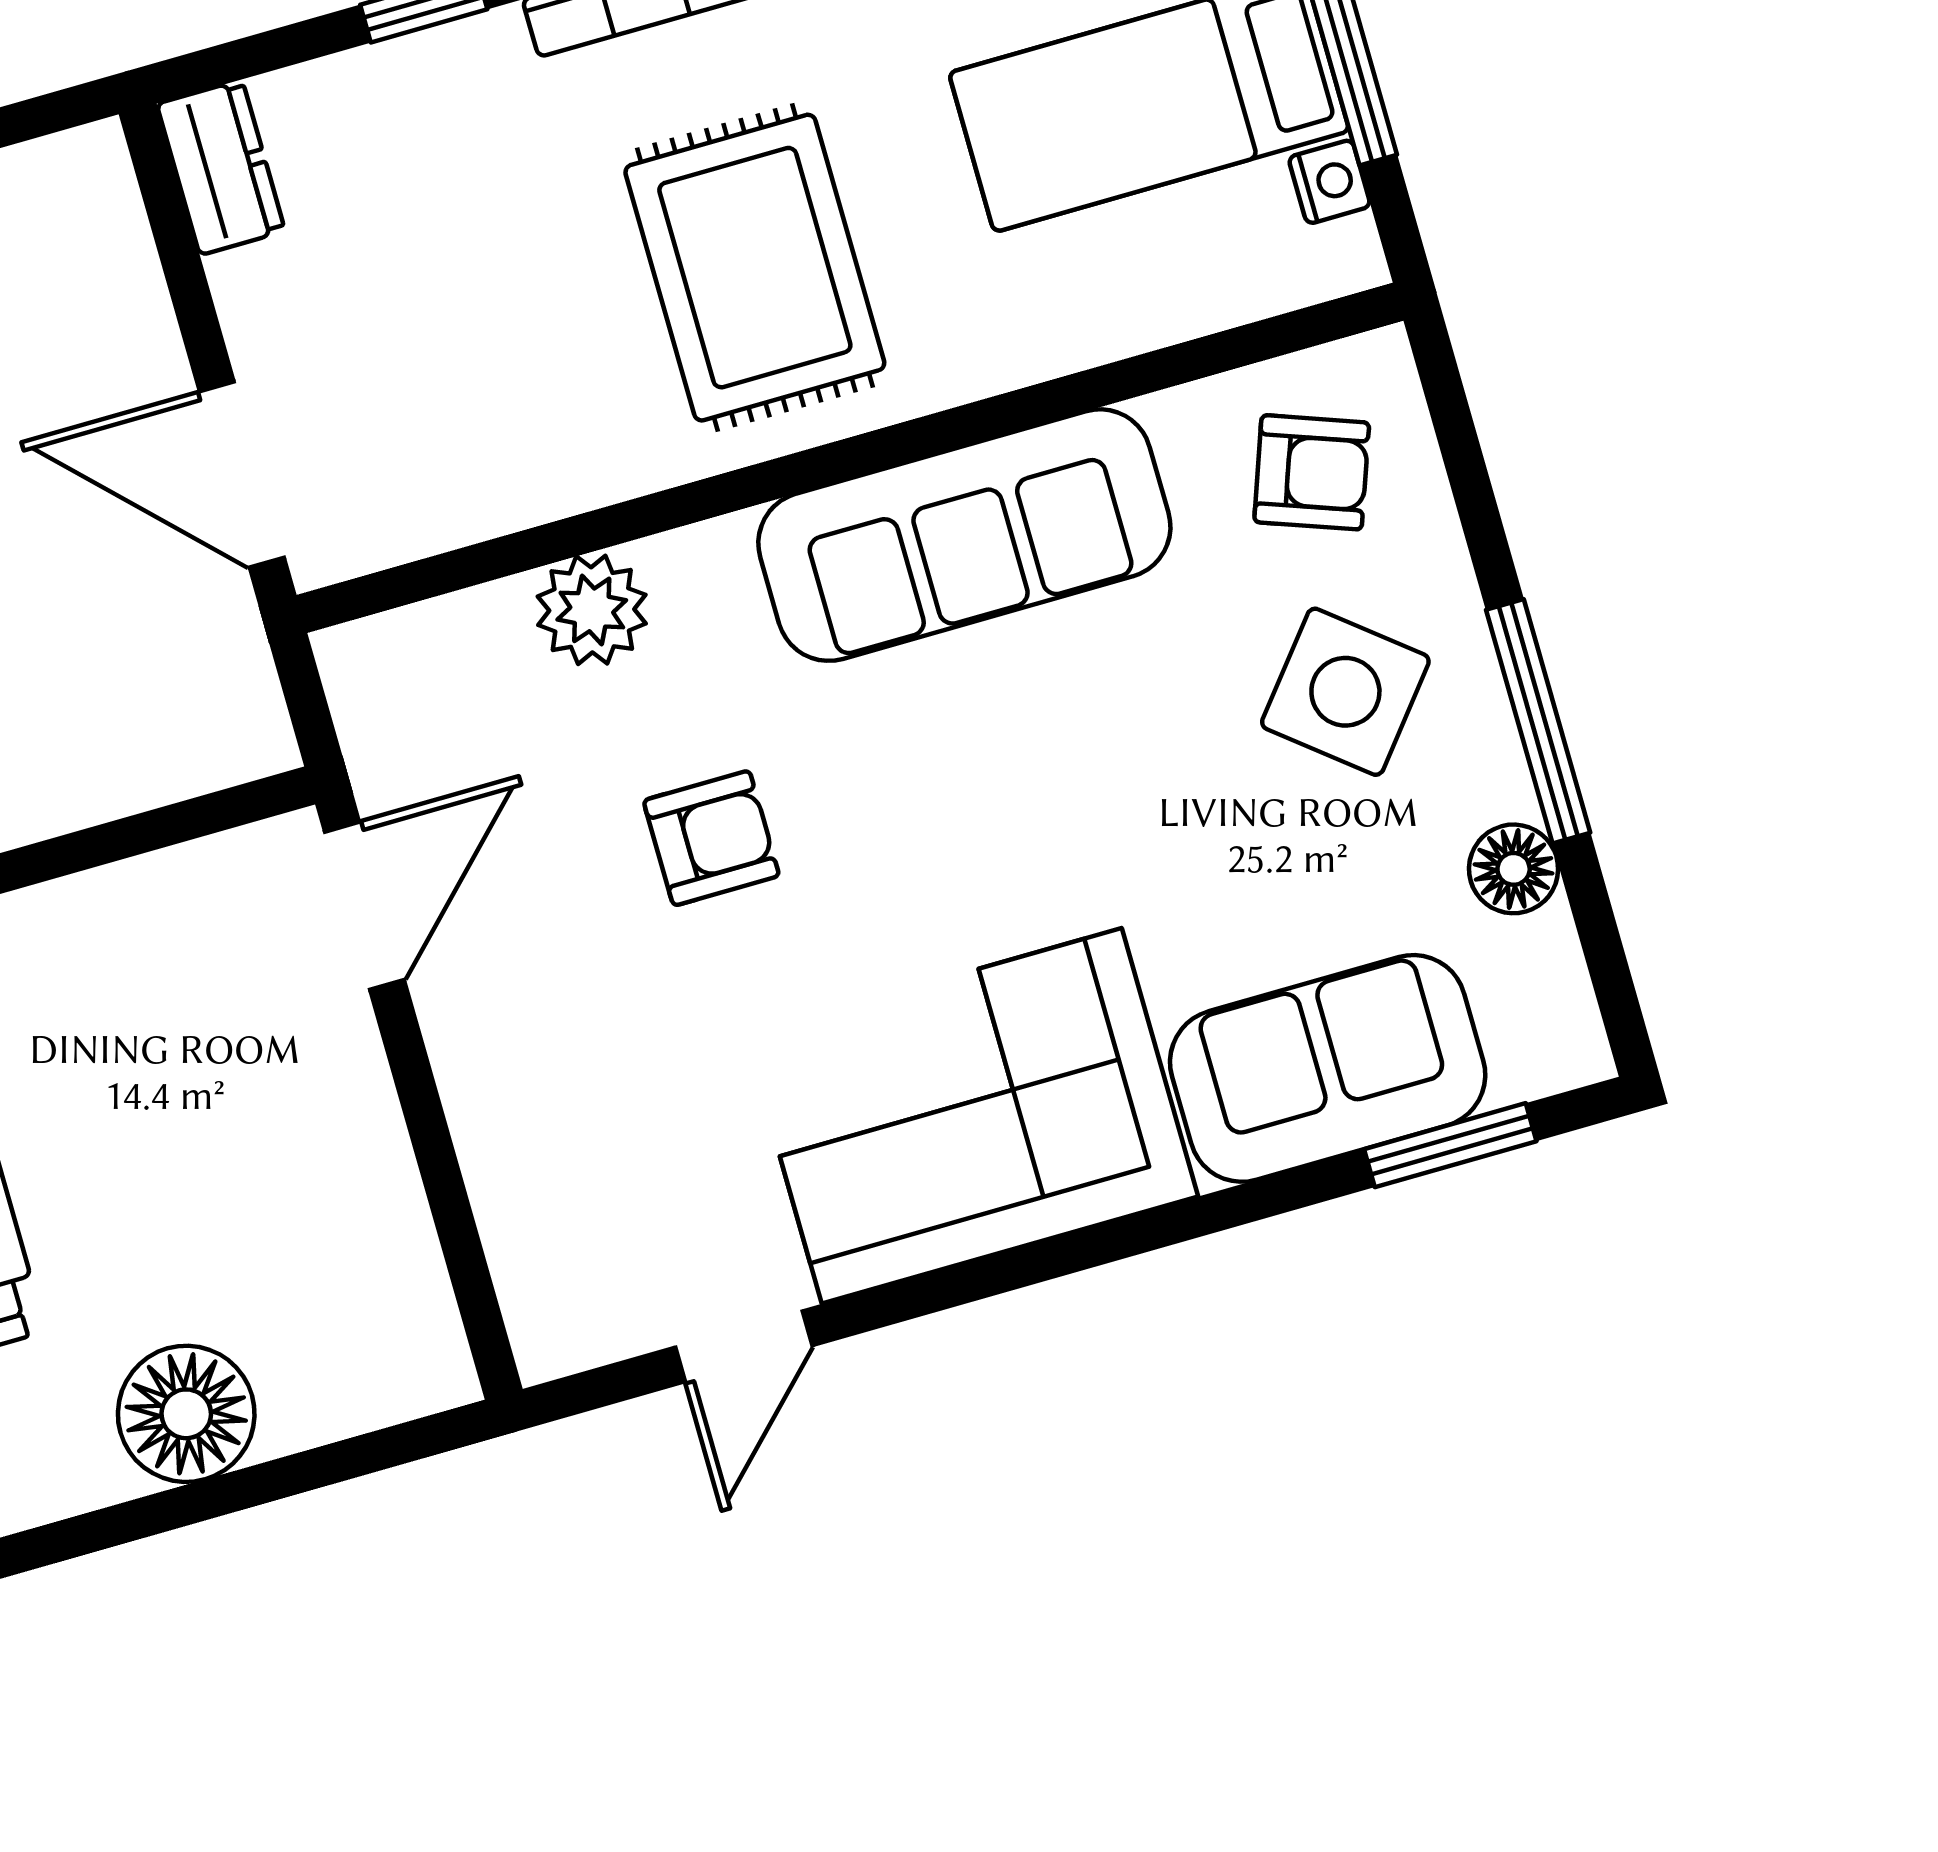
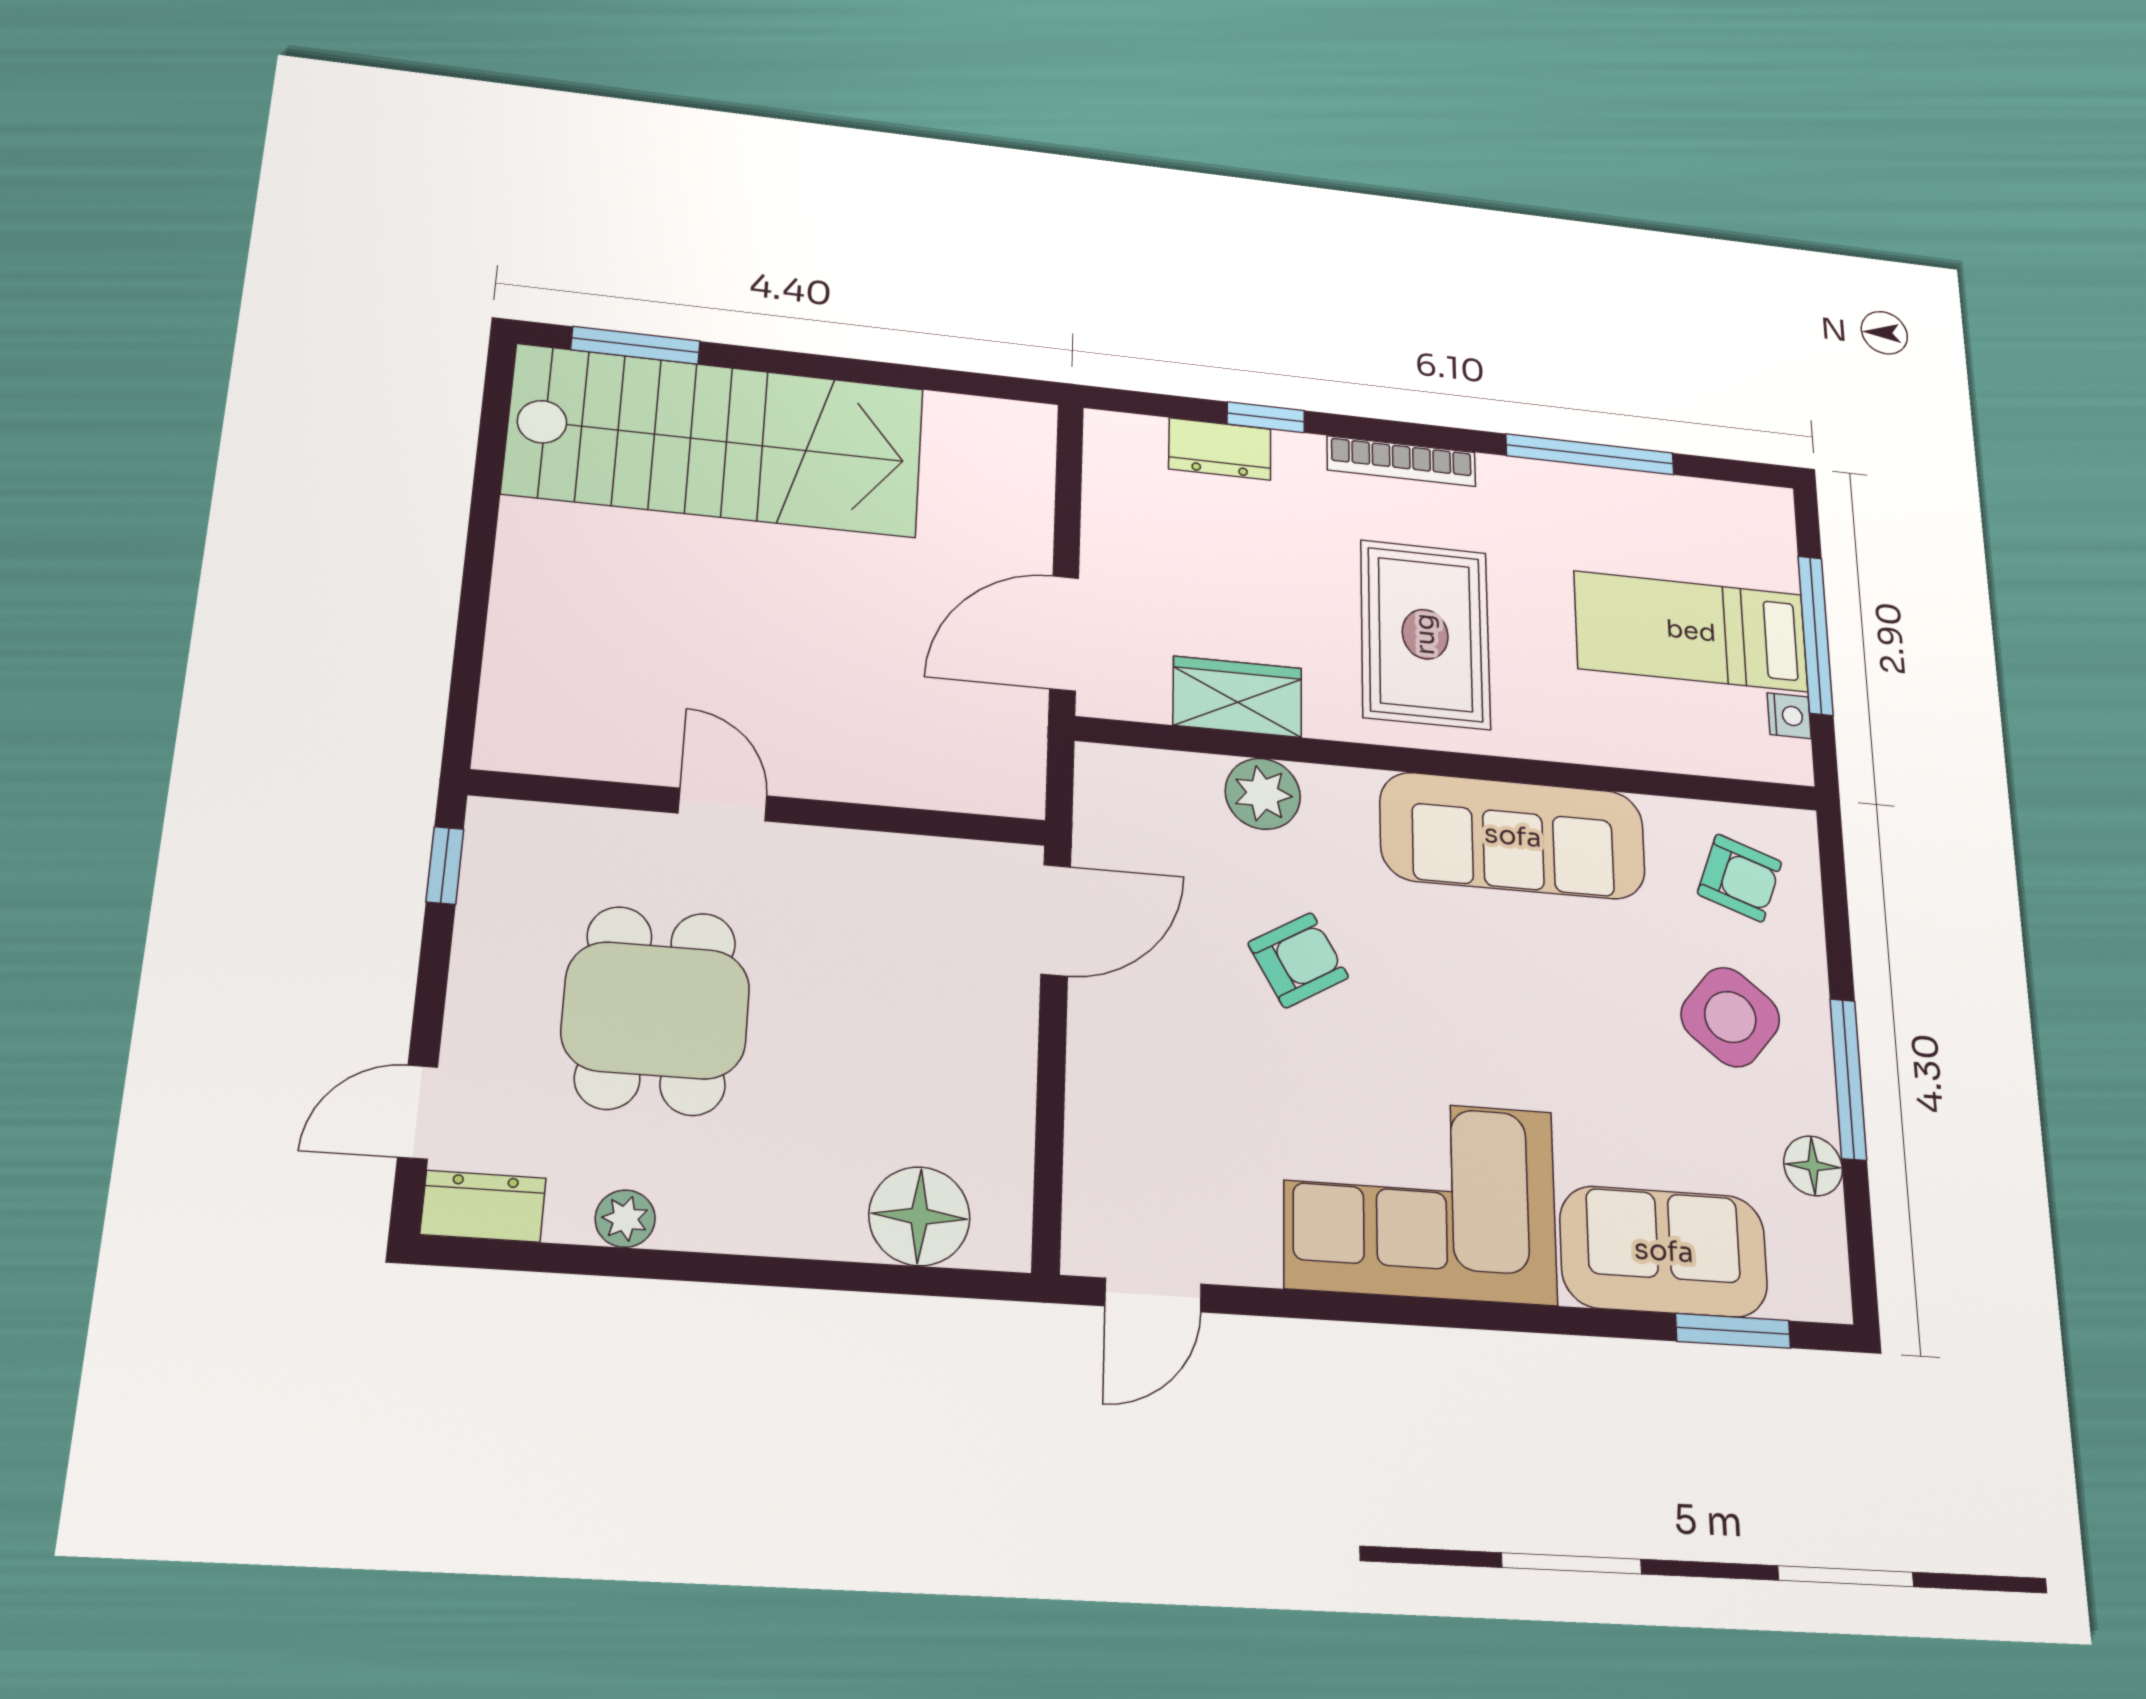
dresser: (221, 167) -> (1220, 449), moved, turned 90
door: (242, 475) -> (1064, 633), hinge flipped
wardrobe: (513, 475) -> (1237, 697), added
armchair: (711, 838) -> (1298, 960), turned -30
door: (744, 1346) -> (1153, 1295), moved
floor lamp: (186, 1414) -> (919, 1216), moved

